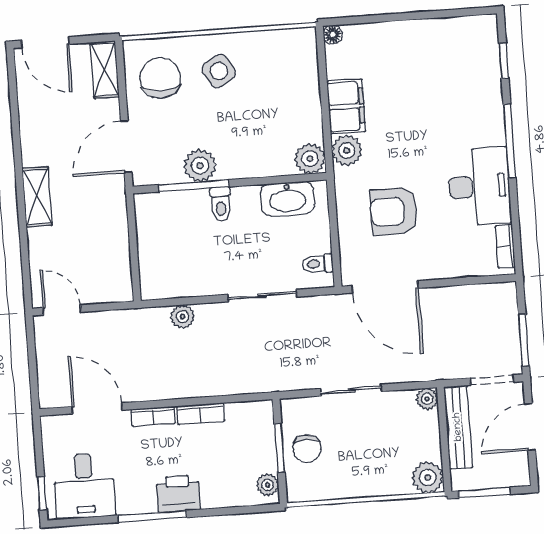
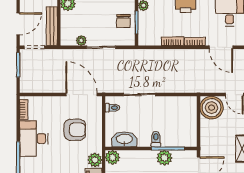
boiler: (108, 279) -> (212, 108), added
plant: (183, 317) -> (178, 87), removed
plant: (427, 399) -> (81, 41), moved
chair: (307, 448) -> (124, 21), turned 180

